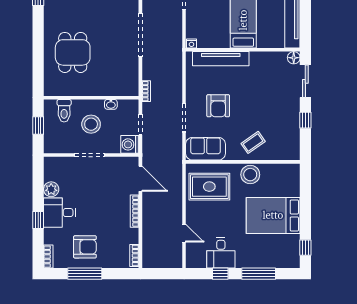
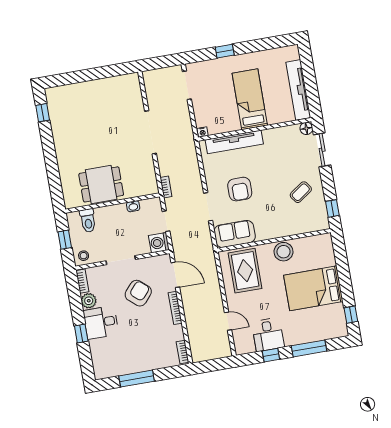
dining table: (73, 52) -> (101, 184), moved, turned 90
window: (305, 120) -> (332, 208), moved
stool: (91, 124) -> (84, 256), moved, width x0.53, depth x0.53
coffee table: (253, 142) -> (301, 192), moved
rug: (209, 187) -> (245, 271), turned 90
armchair: (85, 247) -> (138, 293), moved, turned -49
bookcase: (48, 257) -> (82, 281), moved

